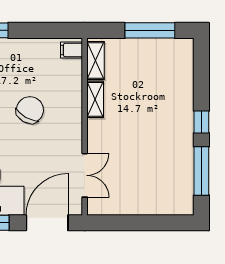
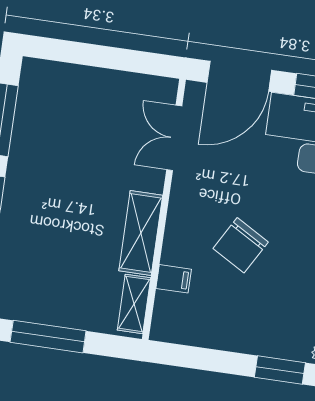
filing cabinet: (71, 50) -> (174, 279), moved
shelving: (95, 99) -> (141, 233), width x1.50, depth x1.33

